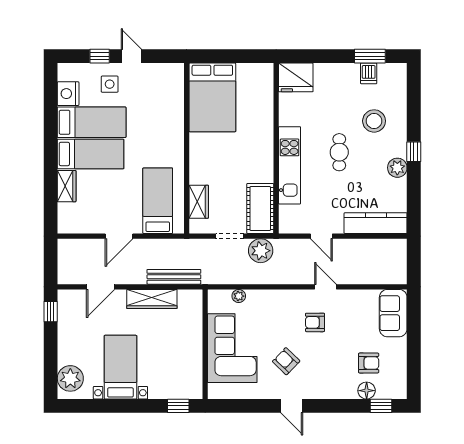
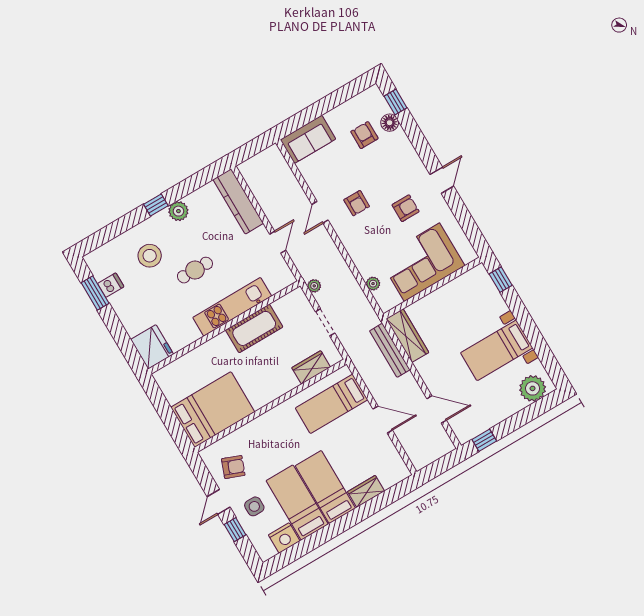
armchair: (154, 86) -> (233, 467), added
cot: (260, 208) -> (254, 328), moved
plant: (261, 251) -> (314, 286), width x0.53, depth x0.53
wardrobe: (152, 299) -> (407, 336), moved
armchair: (286, 361) -> (406, 208), turned -134

